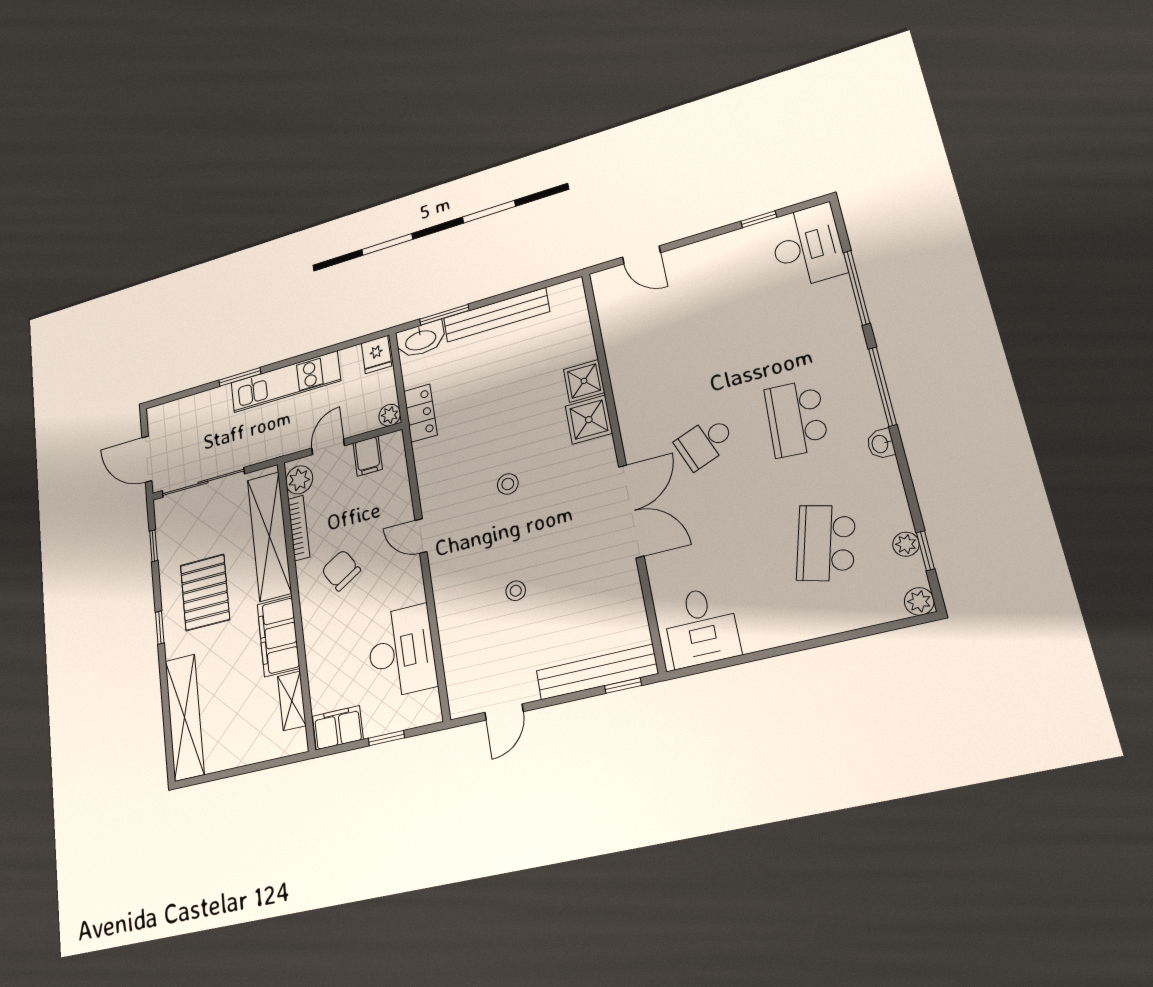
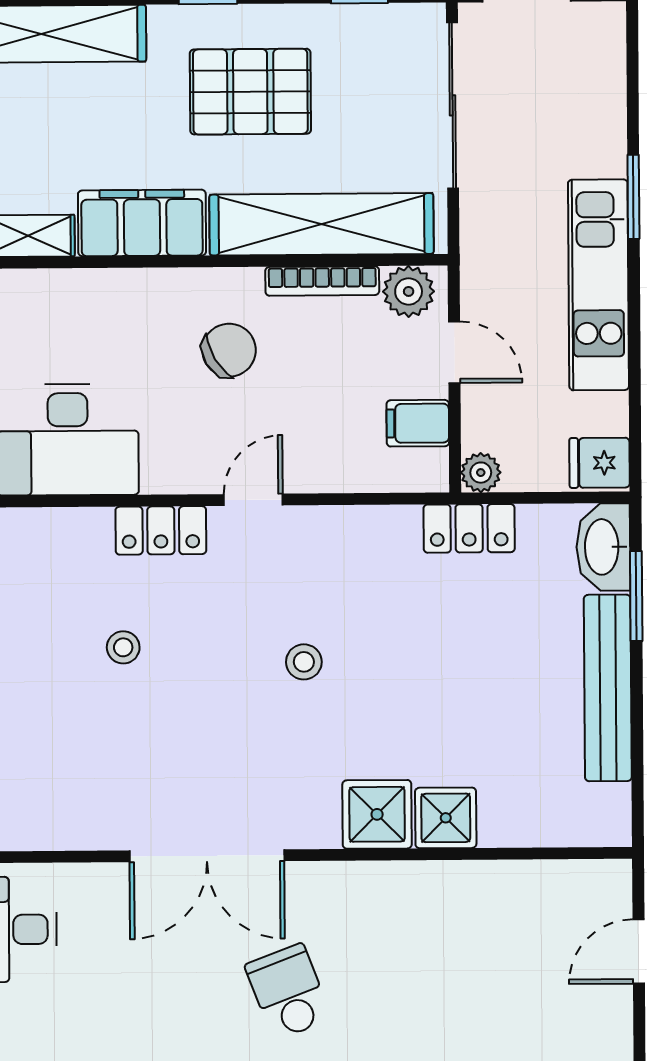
locker: (445, 585) -> (161, 530), added

